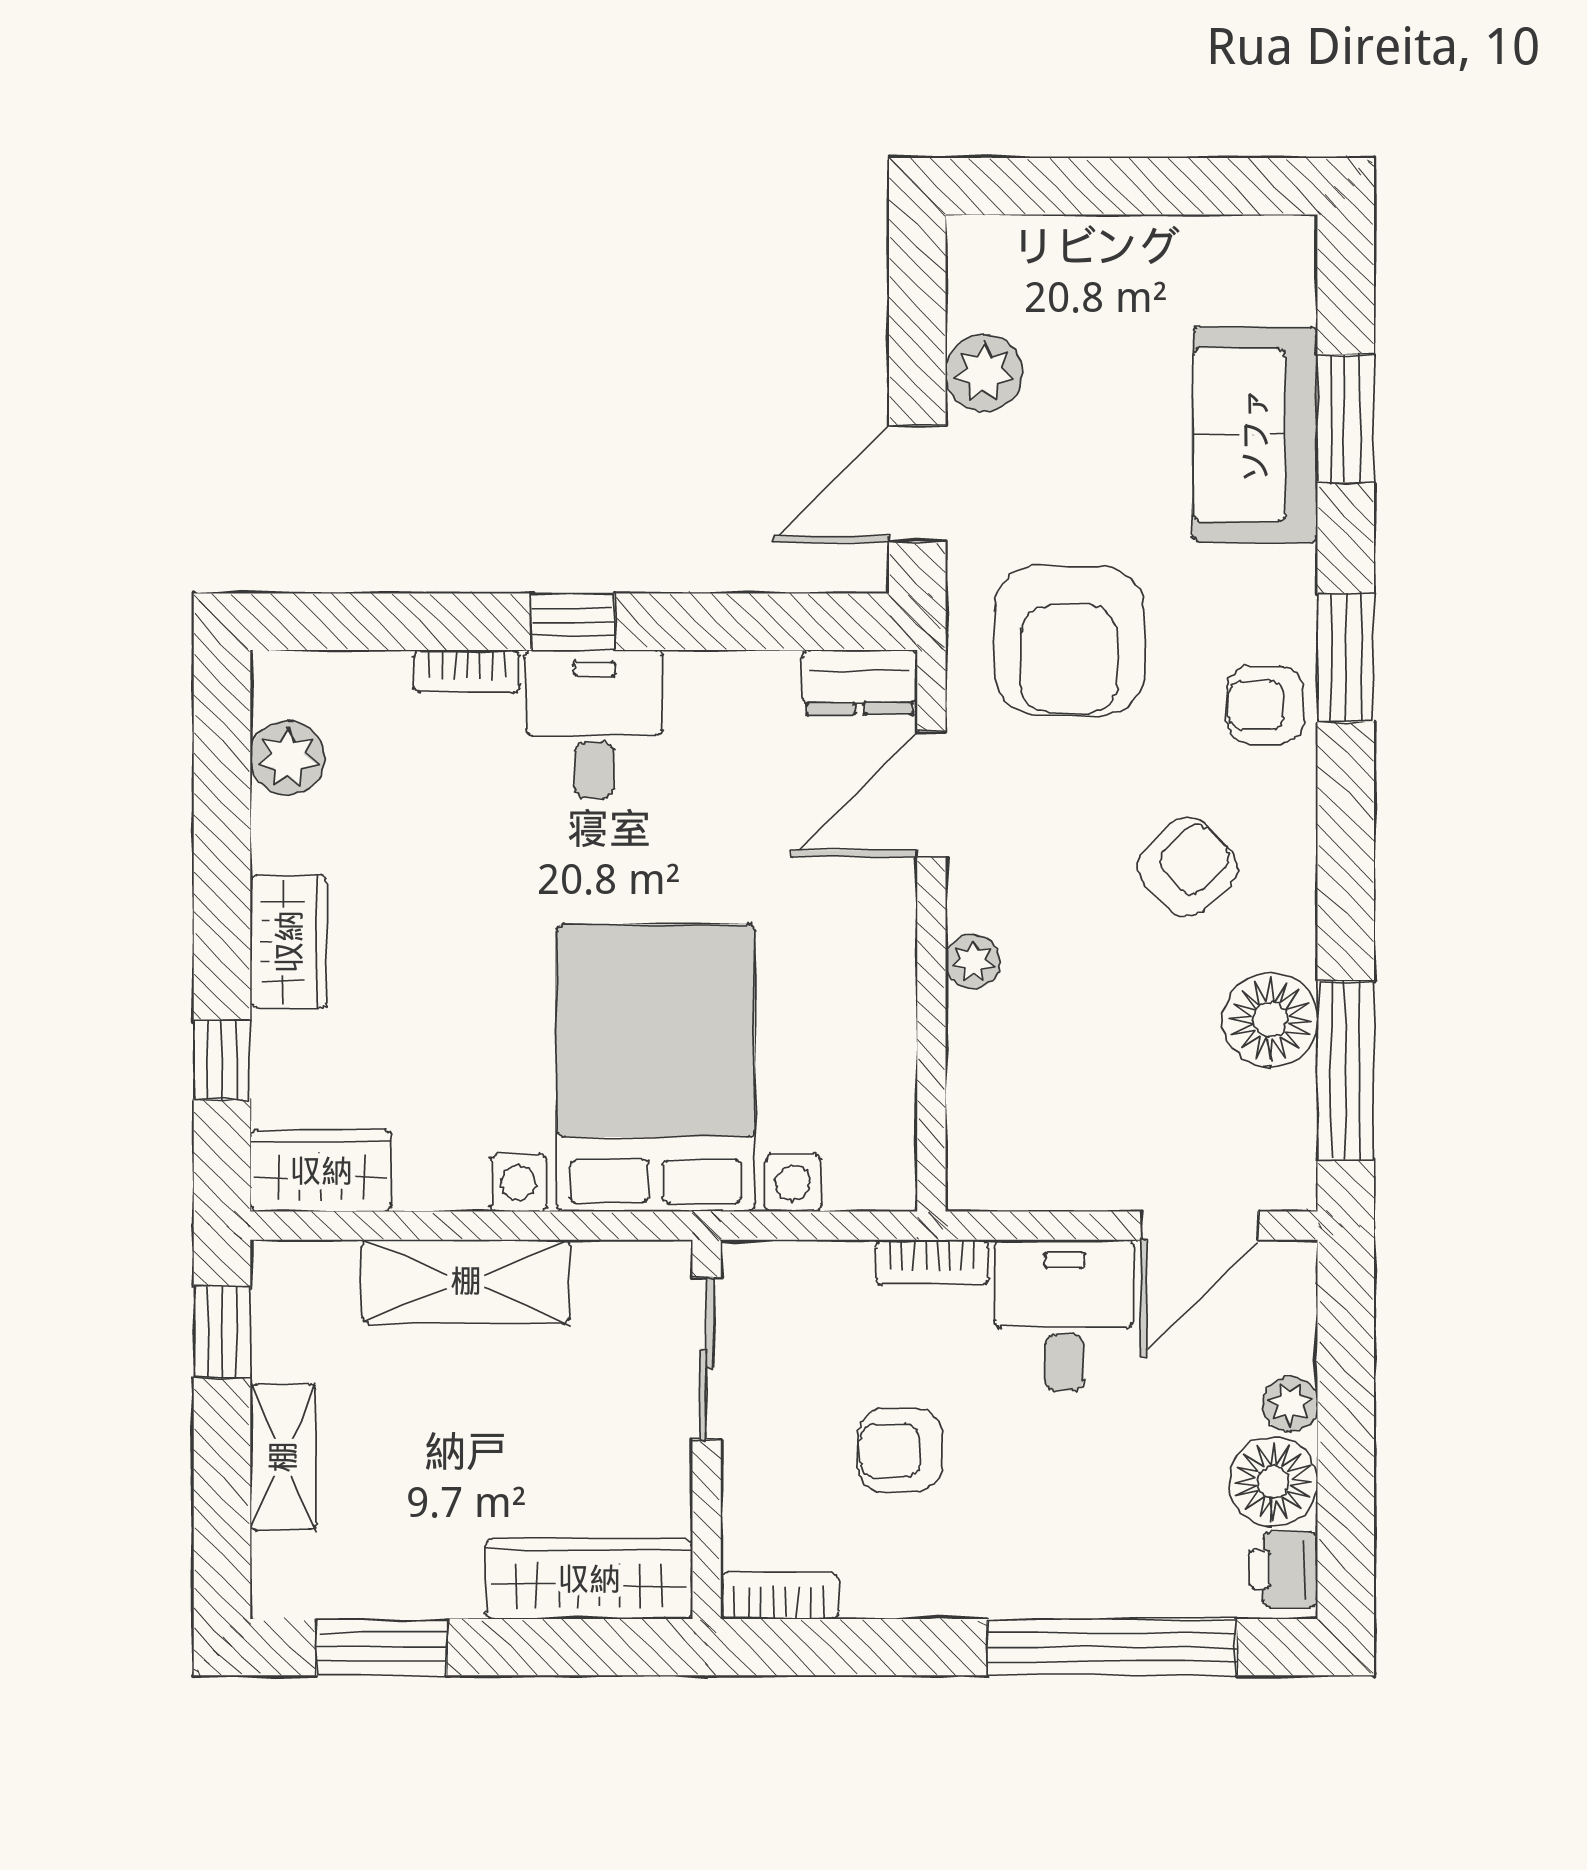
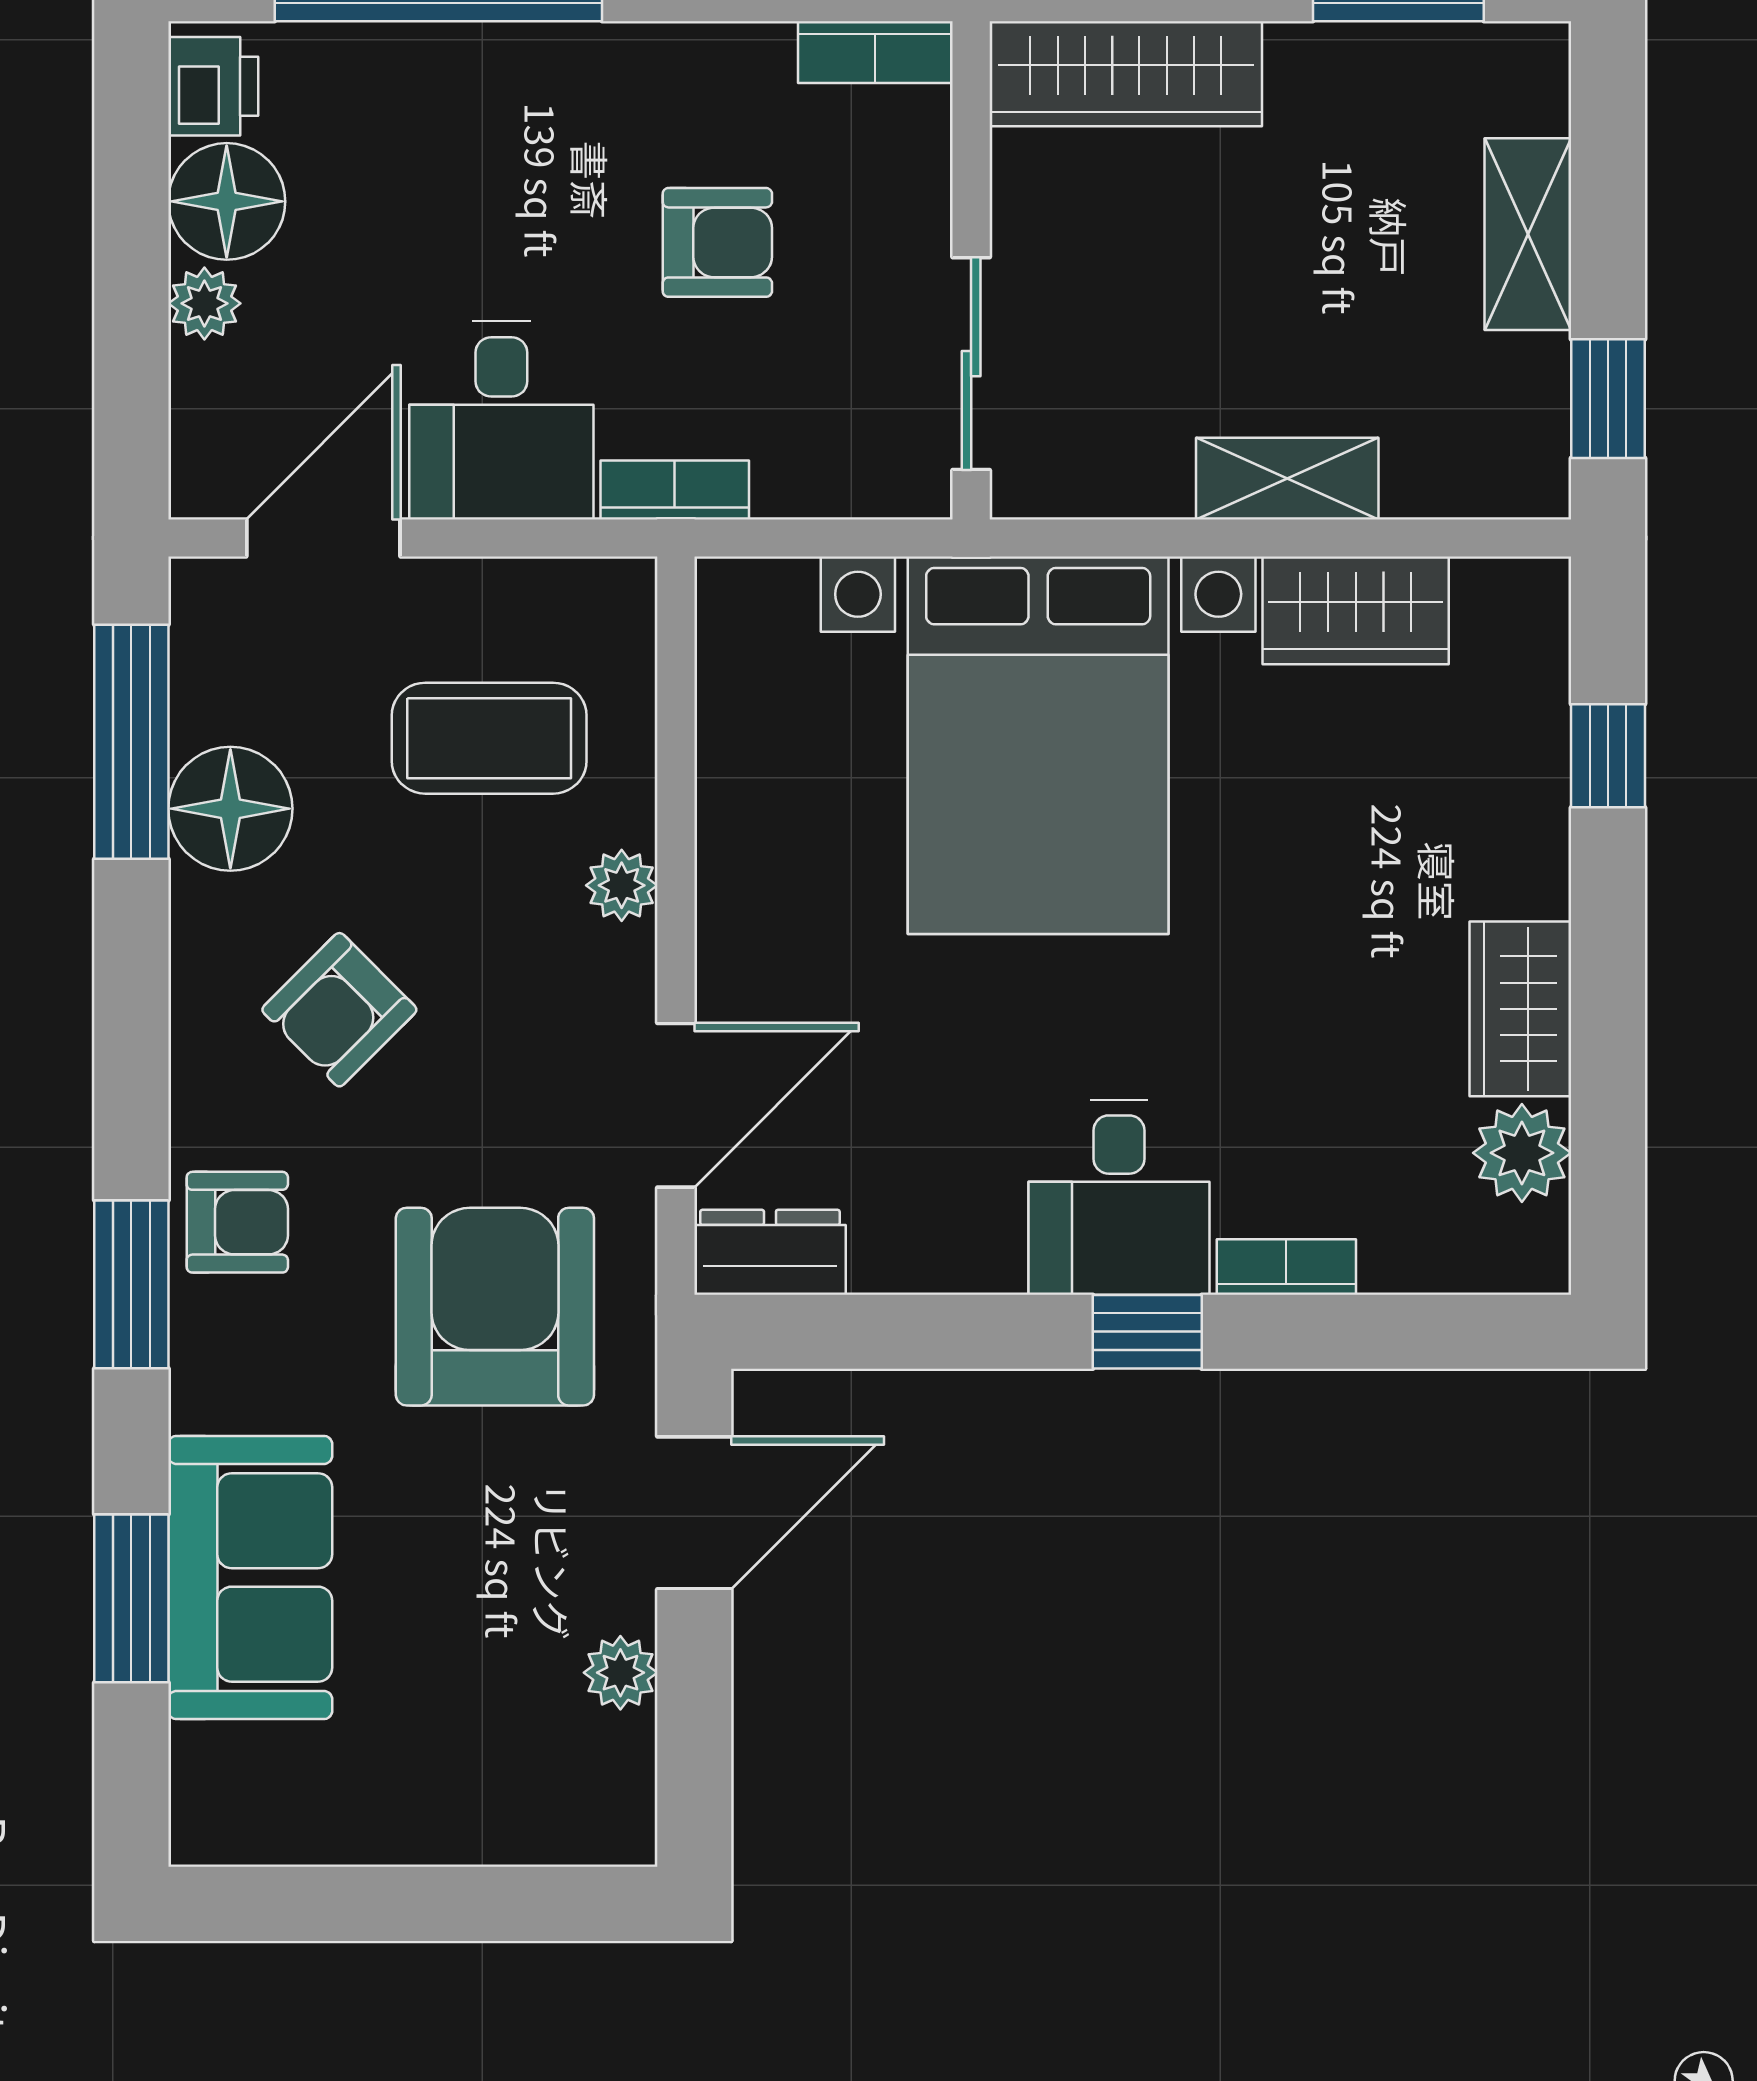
plant: (984, 373) -> (620, 1673), width x0.73, depth x0.73
wardrobe: (289, 942) -> (1520, 1009), moved
coffee table: (1073, 1073) -> (489, 738), added
wardrobe: (321, 1171) -> (1356, 610), moved
shelving: (466, 1281) -> (1287, 479), width x0.67, depth x0.75

